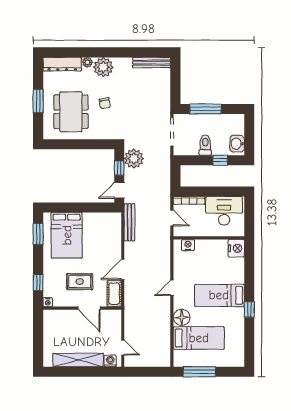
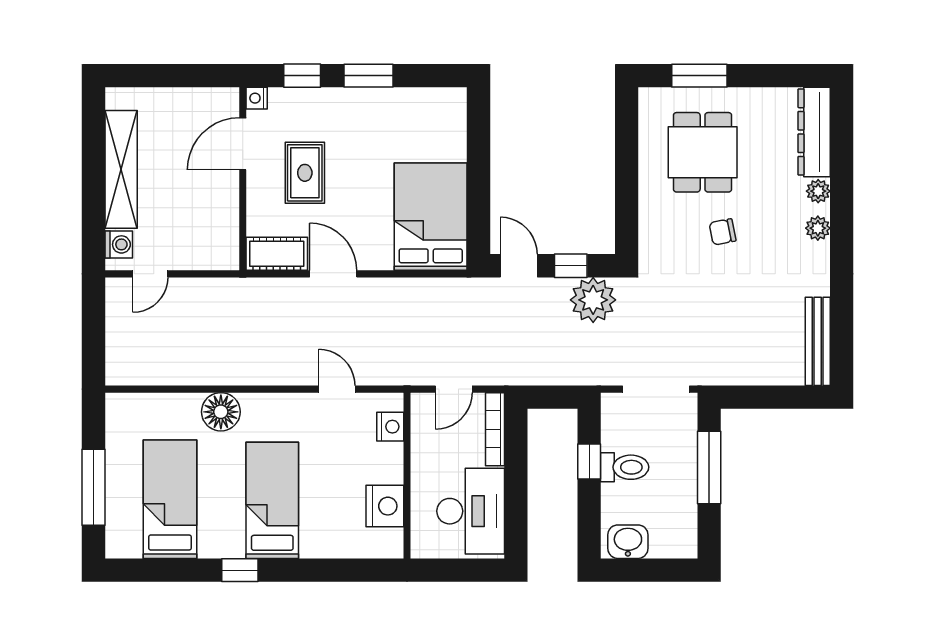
plant: (103, 67) -> (818, 228), width x0.53, depth x0.53
window: (38, 101) -> (699, 76), moved
dining table: (71, 112) -> (703, 152), width x0.73
window: (220, 160) -> (589, 462), moved
bench: (129, 222) -> (444, 290), removed
window: (38, 234) -> (368, 76), moved
bed: (67, 235) -> (431, 217), moved, turned 90
nightstand: (236, 248) -> (385, 506), moved, turned -90
door: (172, 288) -> (337, 389), moved
door: (89, 308) -> (243, 144), moved
bed: (199, 338) -> (170, 499), moved, turned 180
window: (199, 372) -> (93, 487), moved

